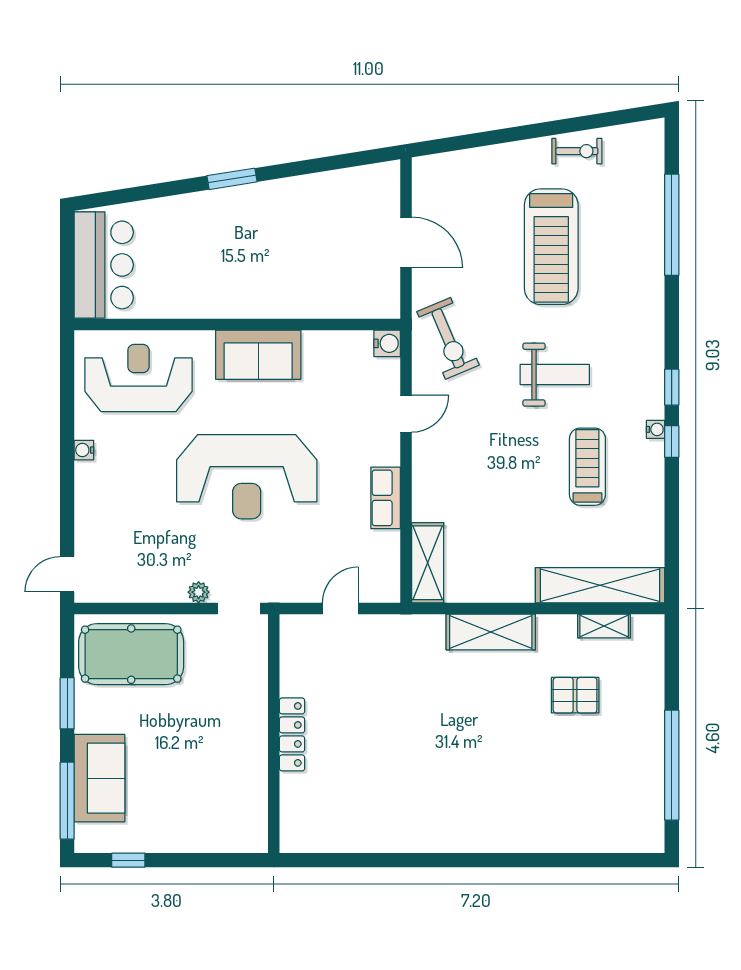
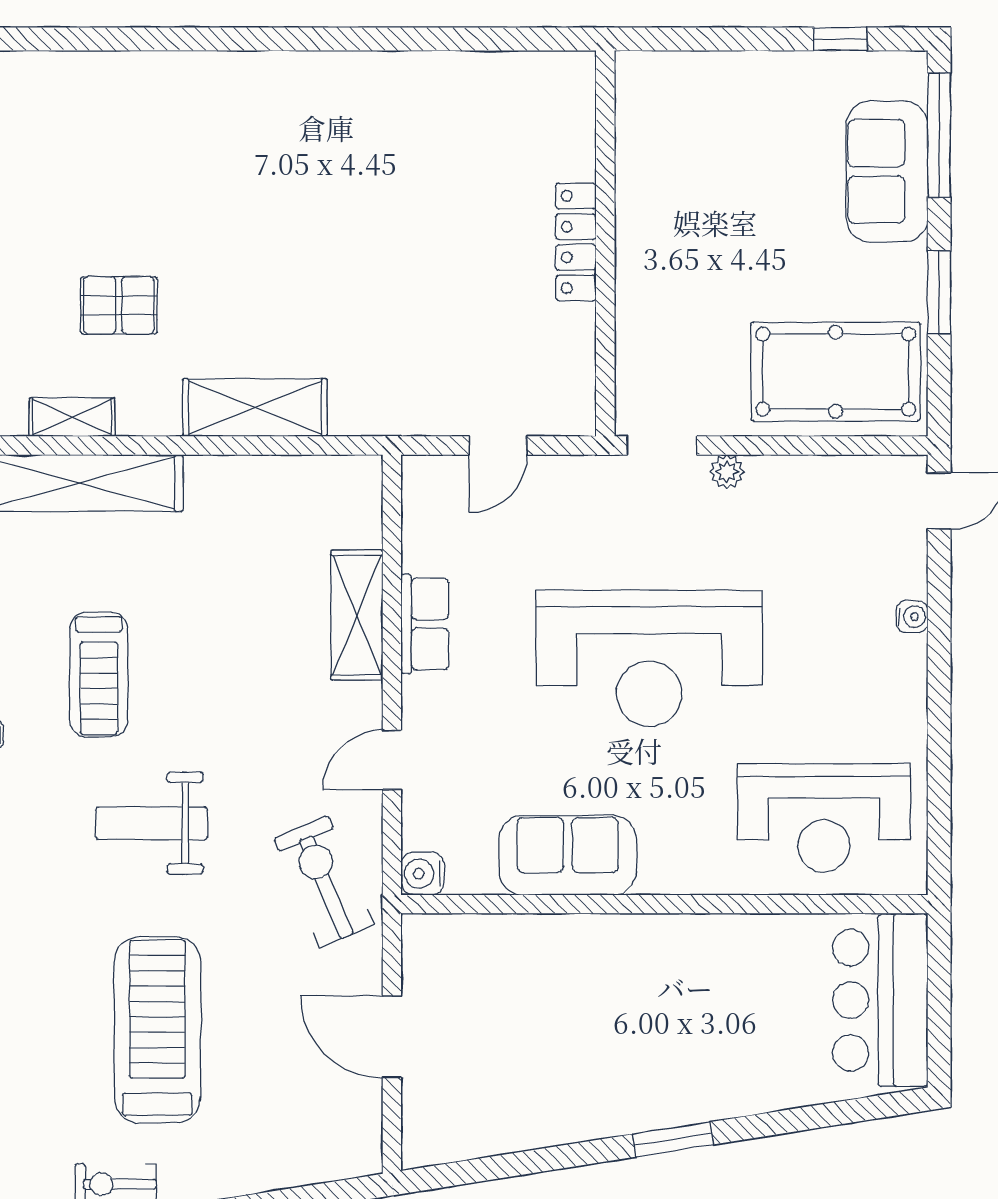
sofa: (258, 355) -> (568, 855), moved
water cooler: (84, 450) -> (912, 617), moved
reception desk: (247, 477) -> (649, 658), turned 180
shelving: (428, 563) -> (357, 615), moved

